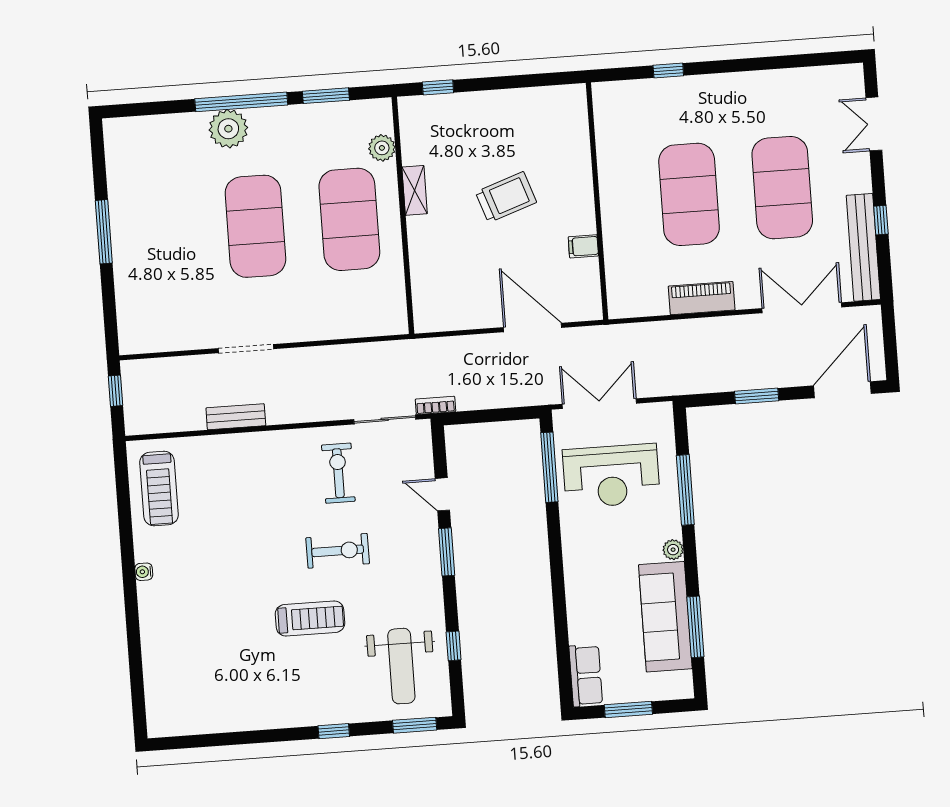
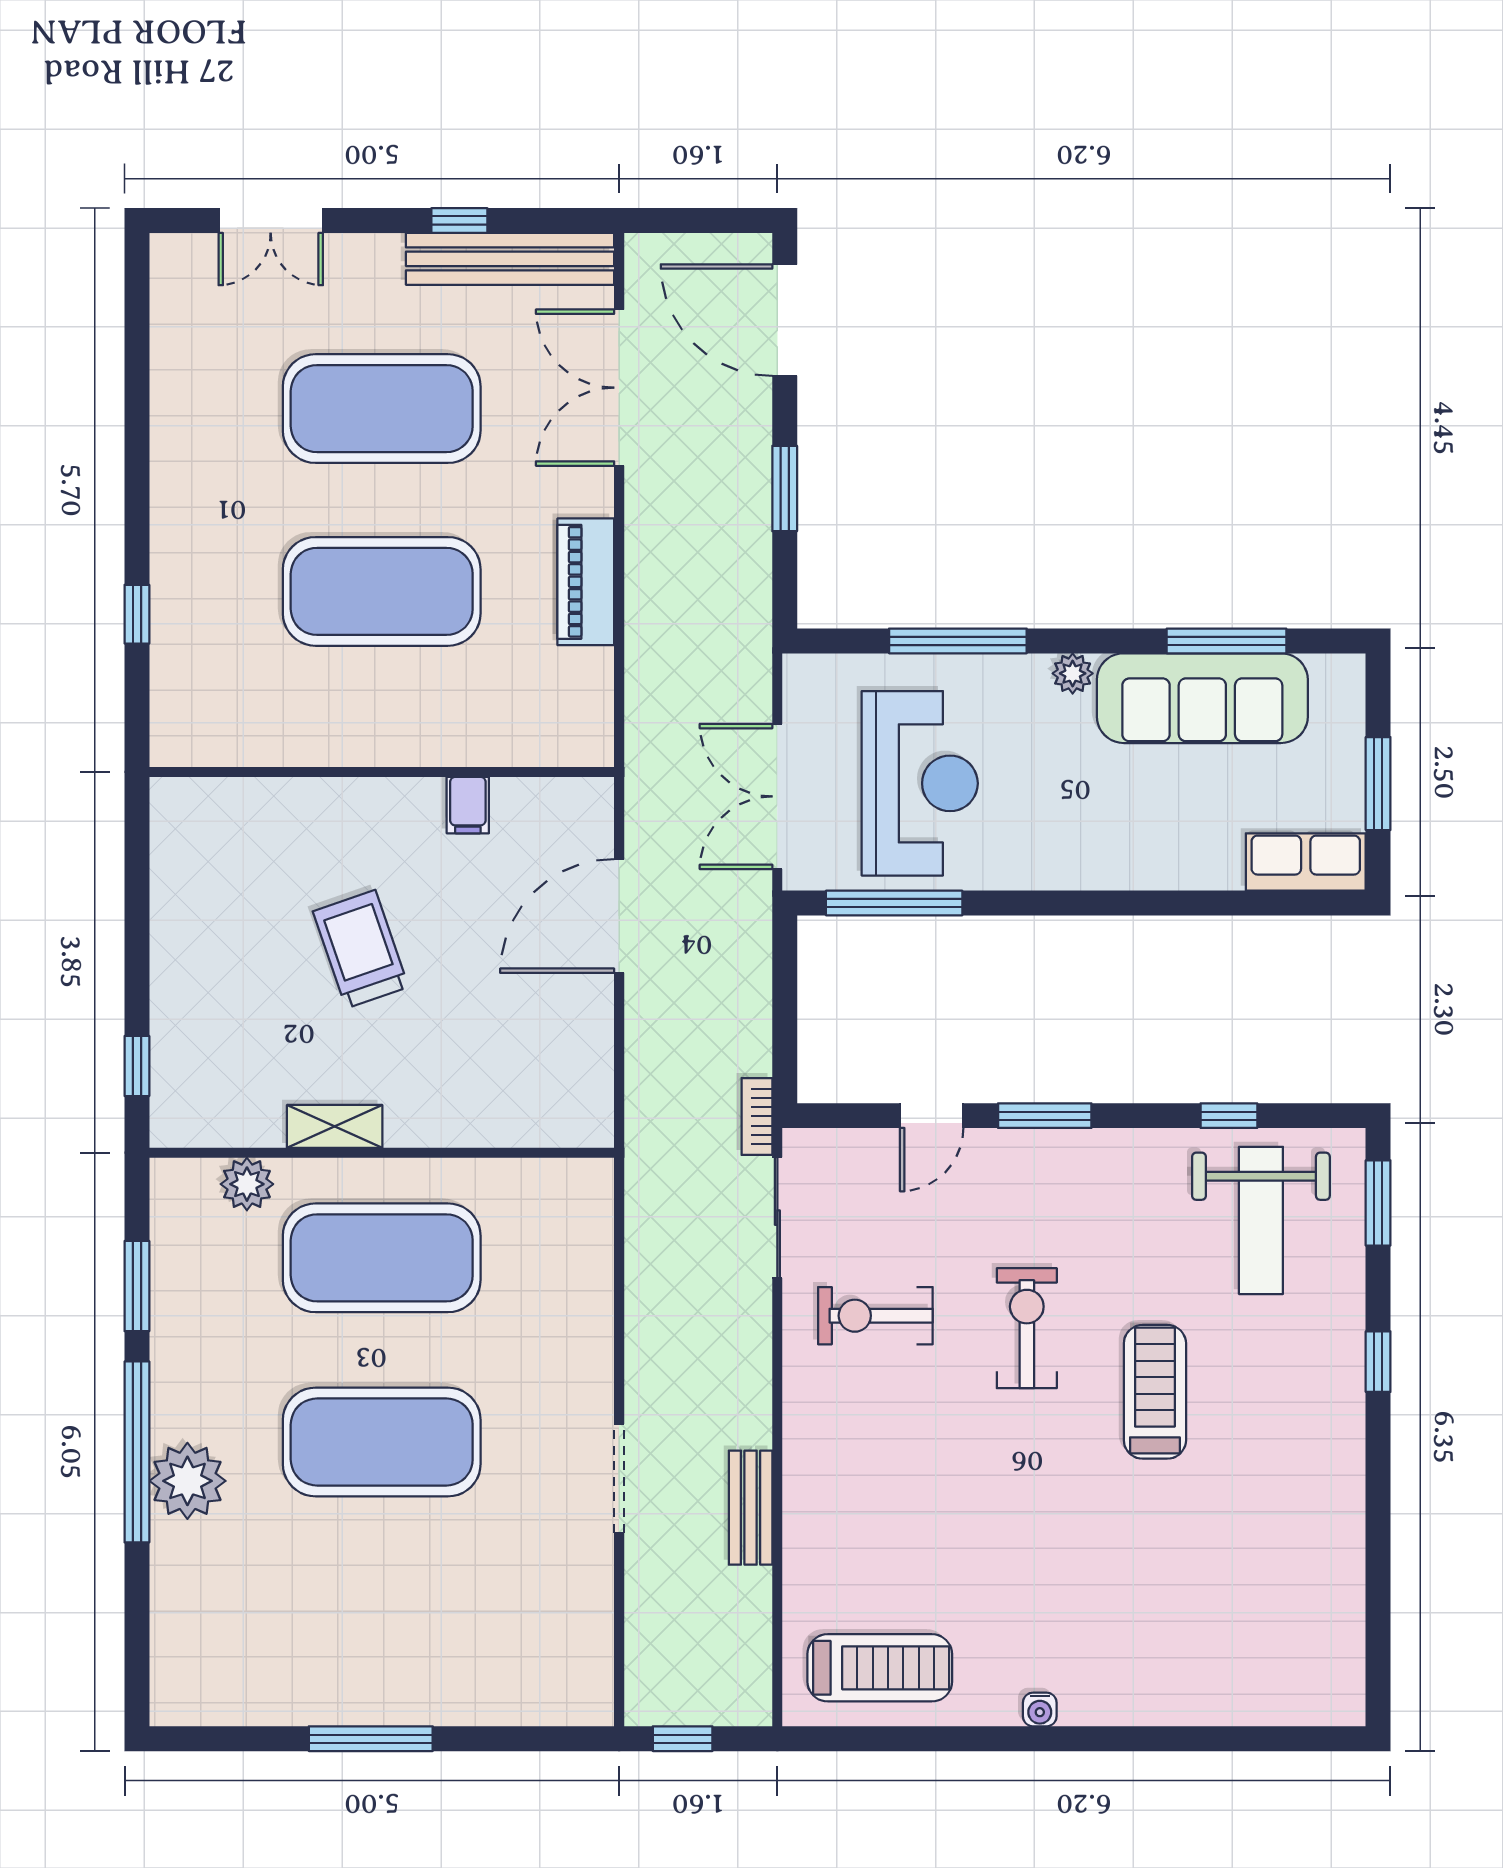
weight bench: (401, 666) -> (1261, 1220), turned 90

